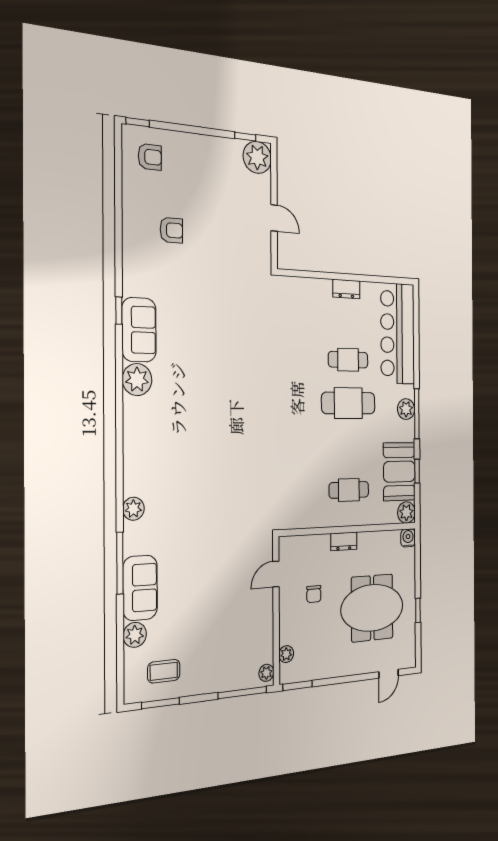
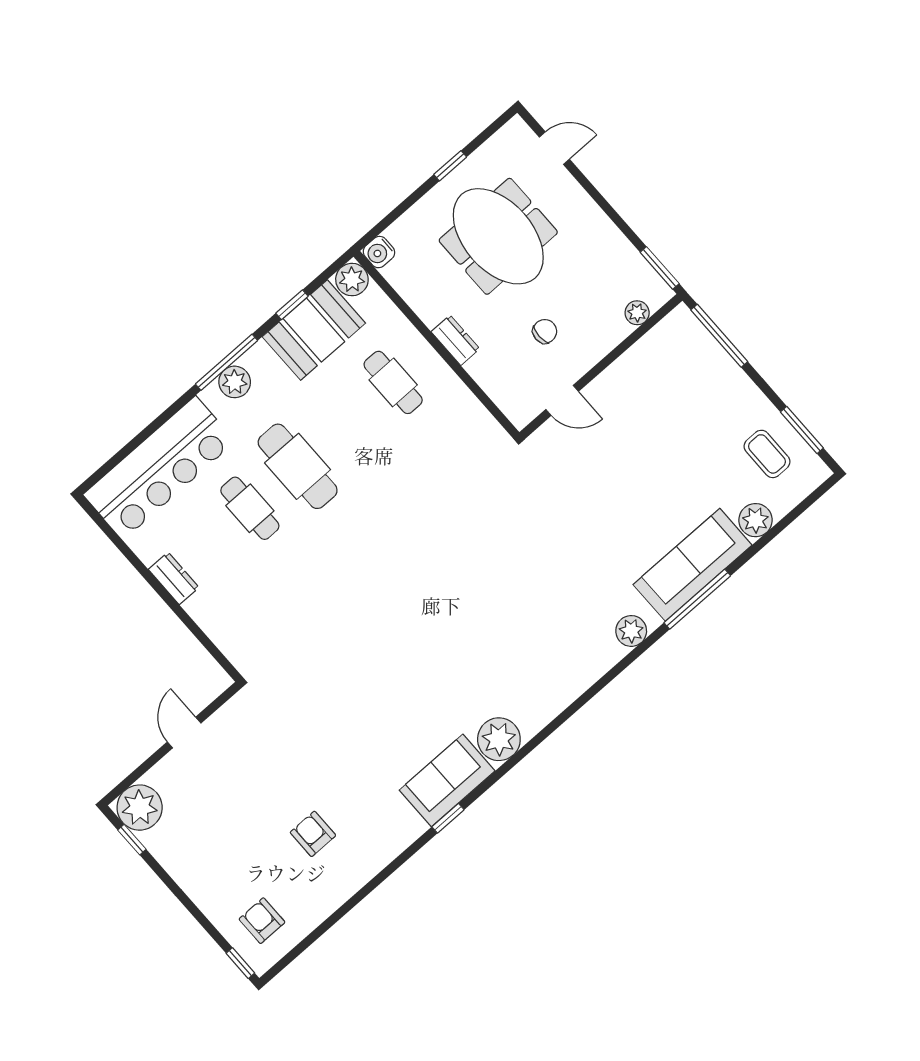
sofa: (140, 588) -> (693, 565), width x1.36
plant: (266, 673) -> (676, 322), removed

